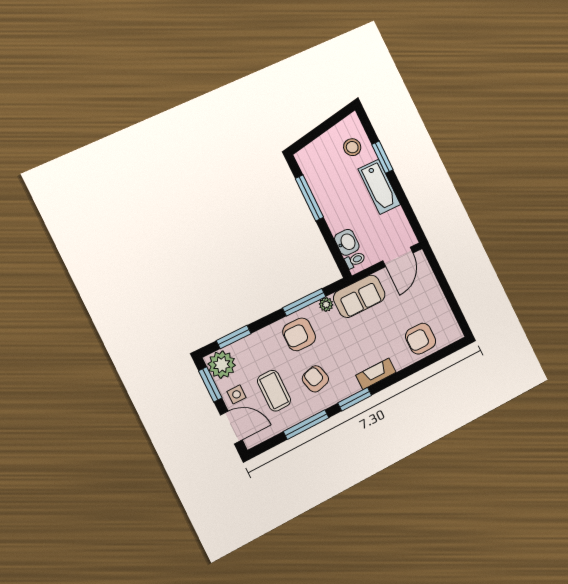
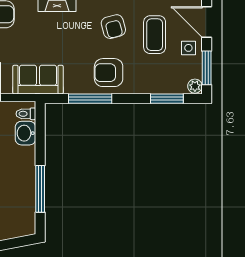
plant: (326, 304) -> (72, 87), removed
armchair: (299, 334) -> (109, 73), turned 180
plant: (222, 365) -> (195, 86), width x0.53, depth x0.53

